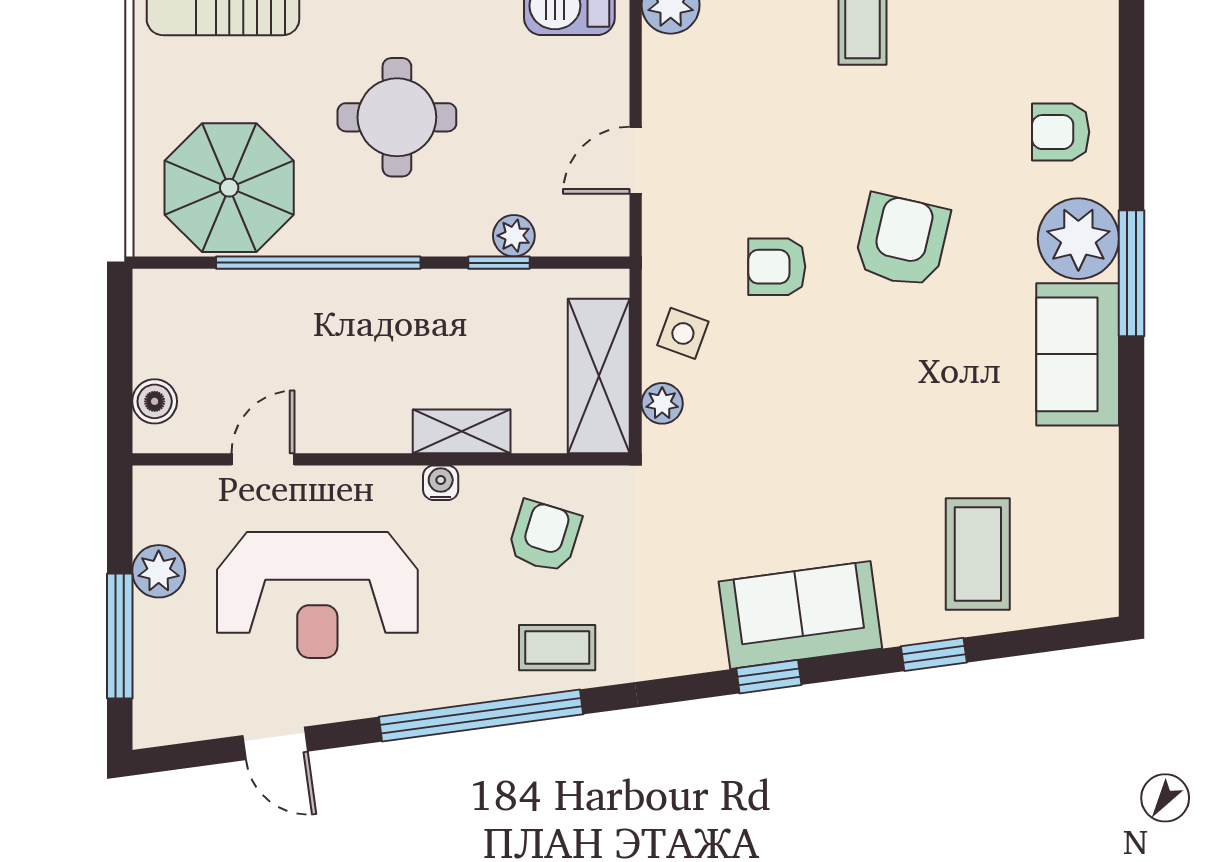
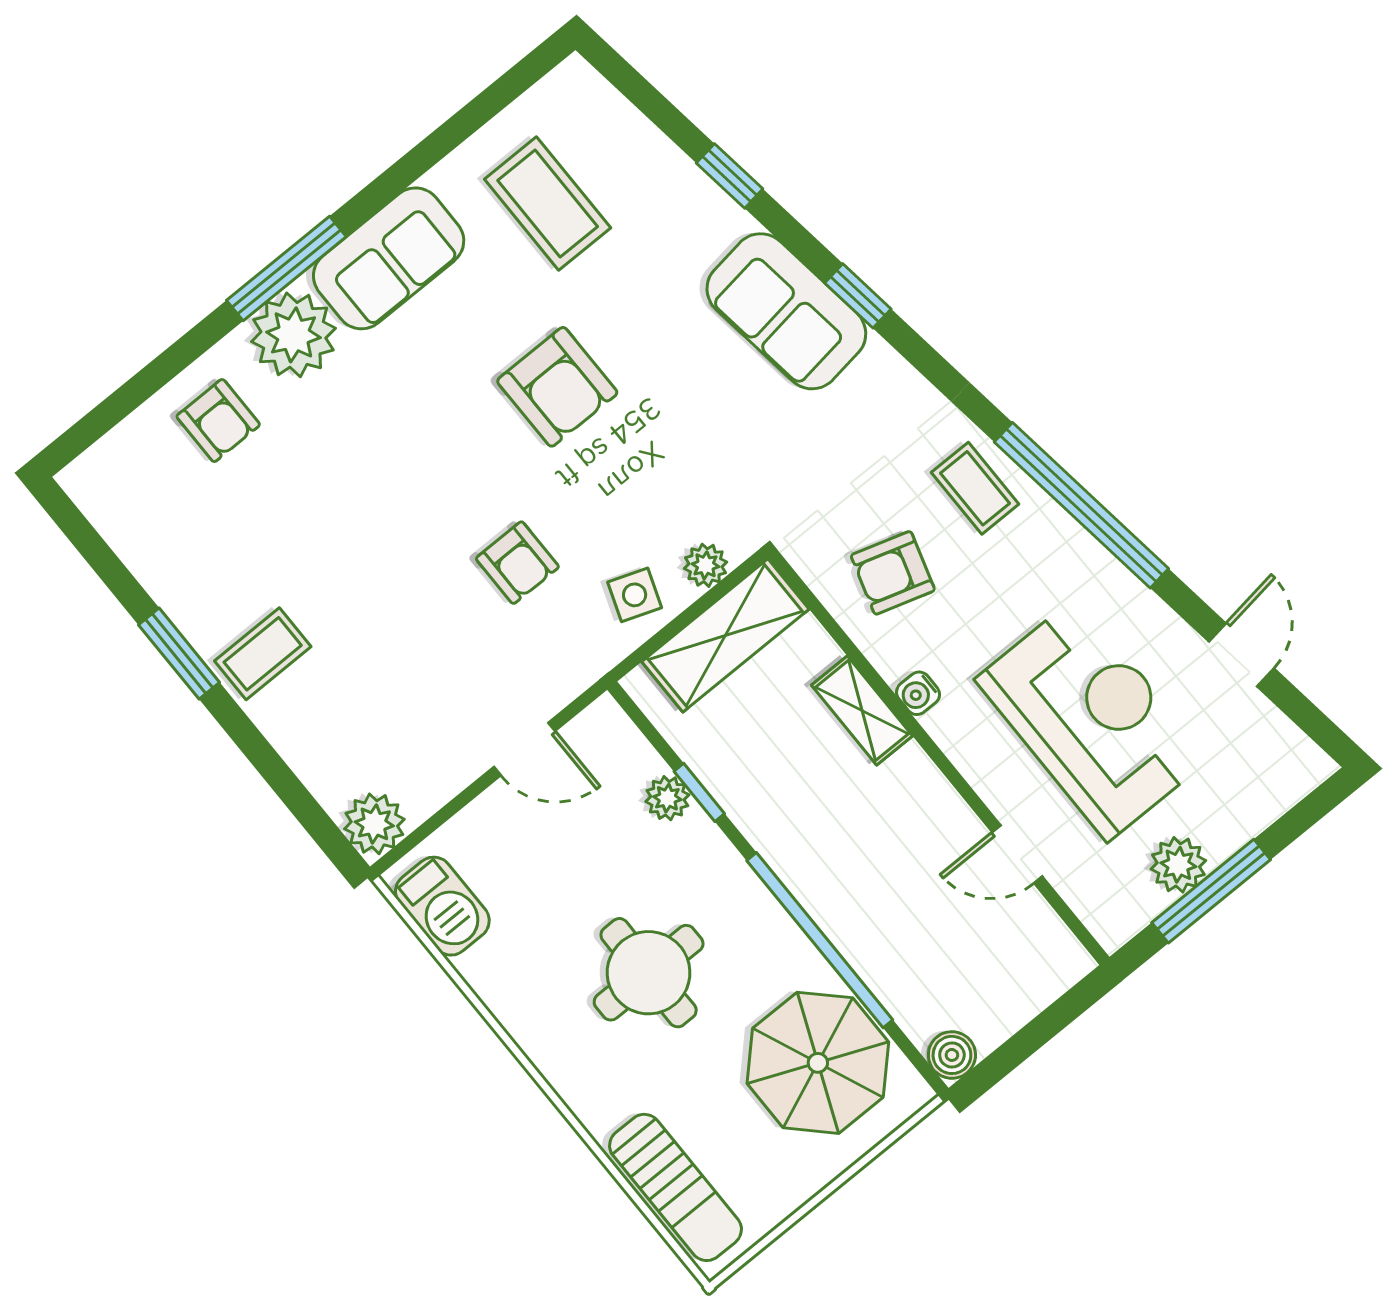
armchair: (902, 241) -> (557, 387), moved, turned -103
boiler: (155, 401) -> (952, 1055), moved
coffee table: (978, 554) -> (548, 204), moved, turned 90
window: (120, 636) -> (1211, 891), moved

